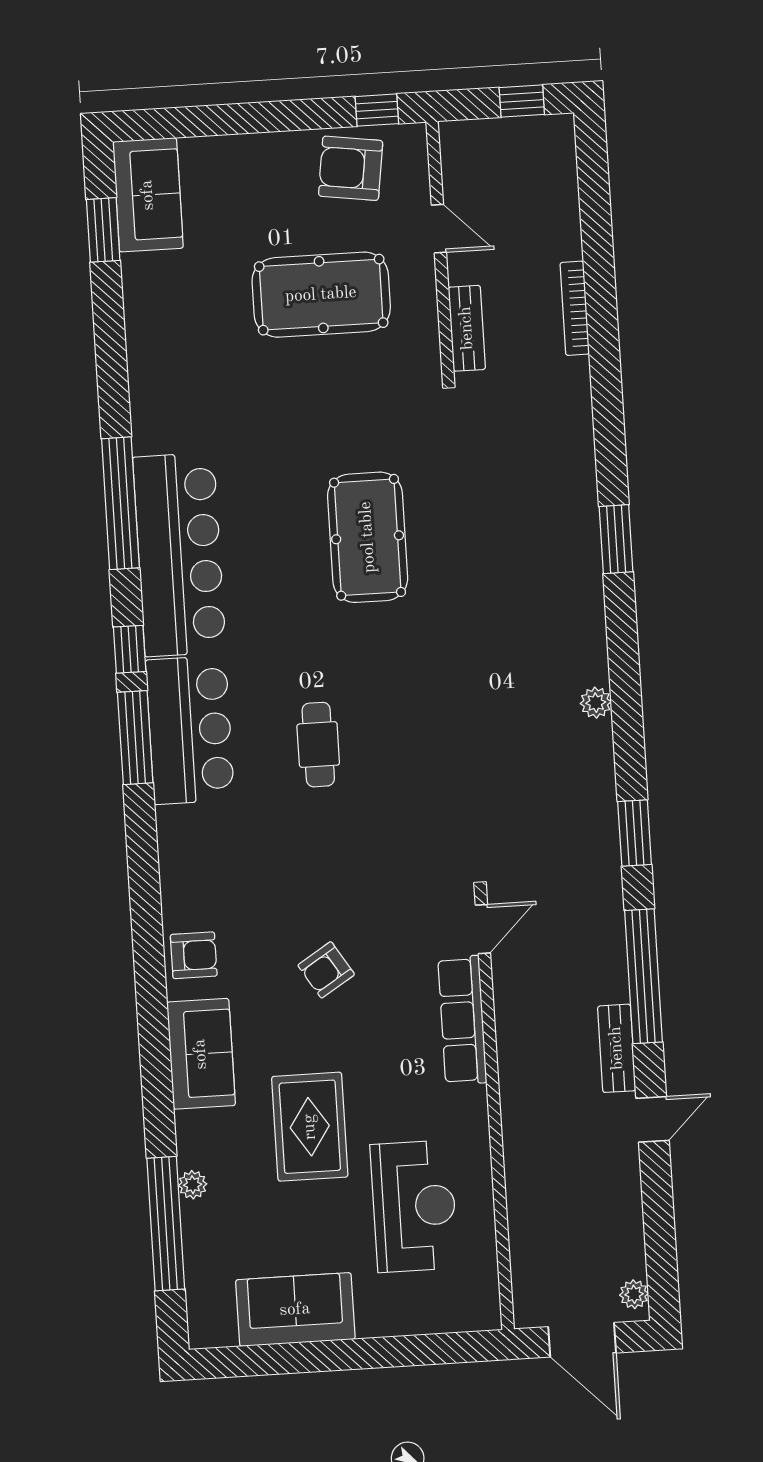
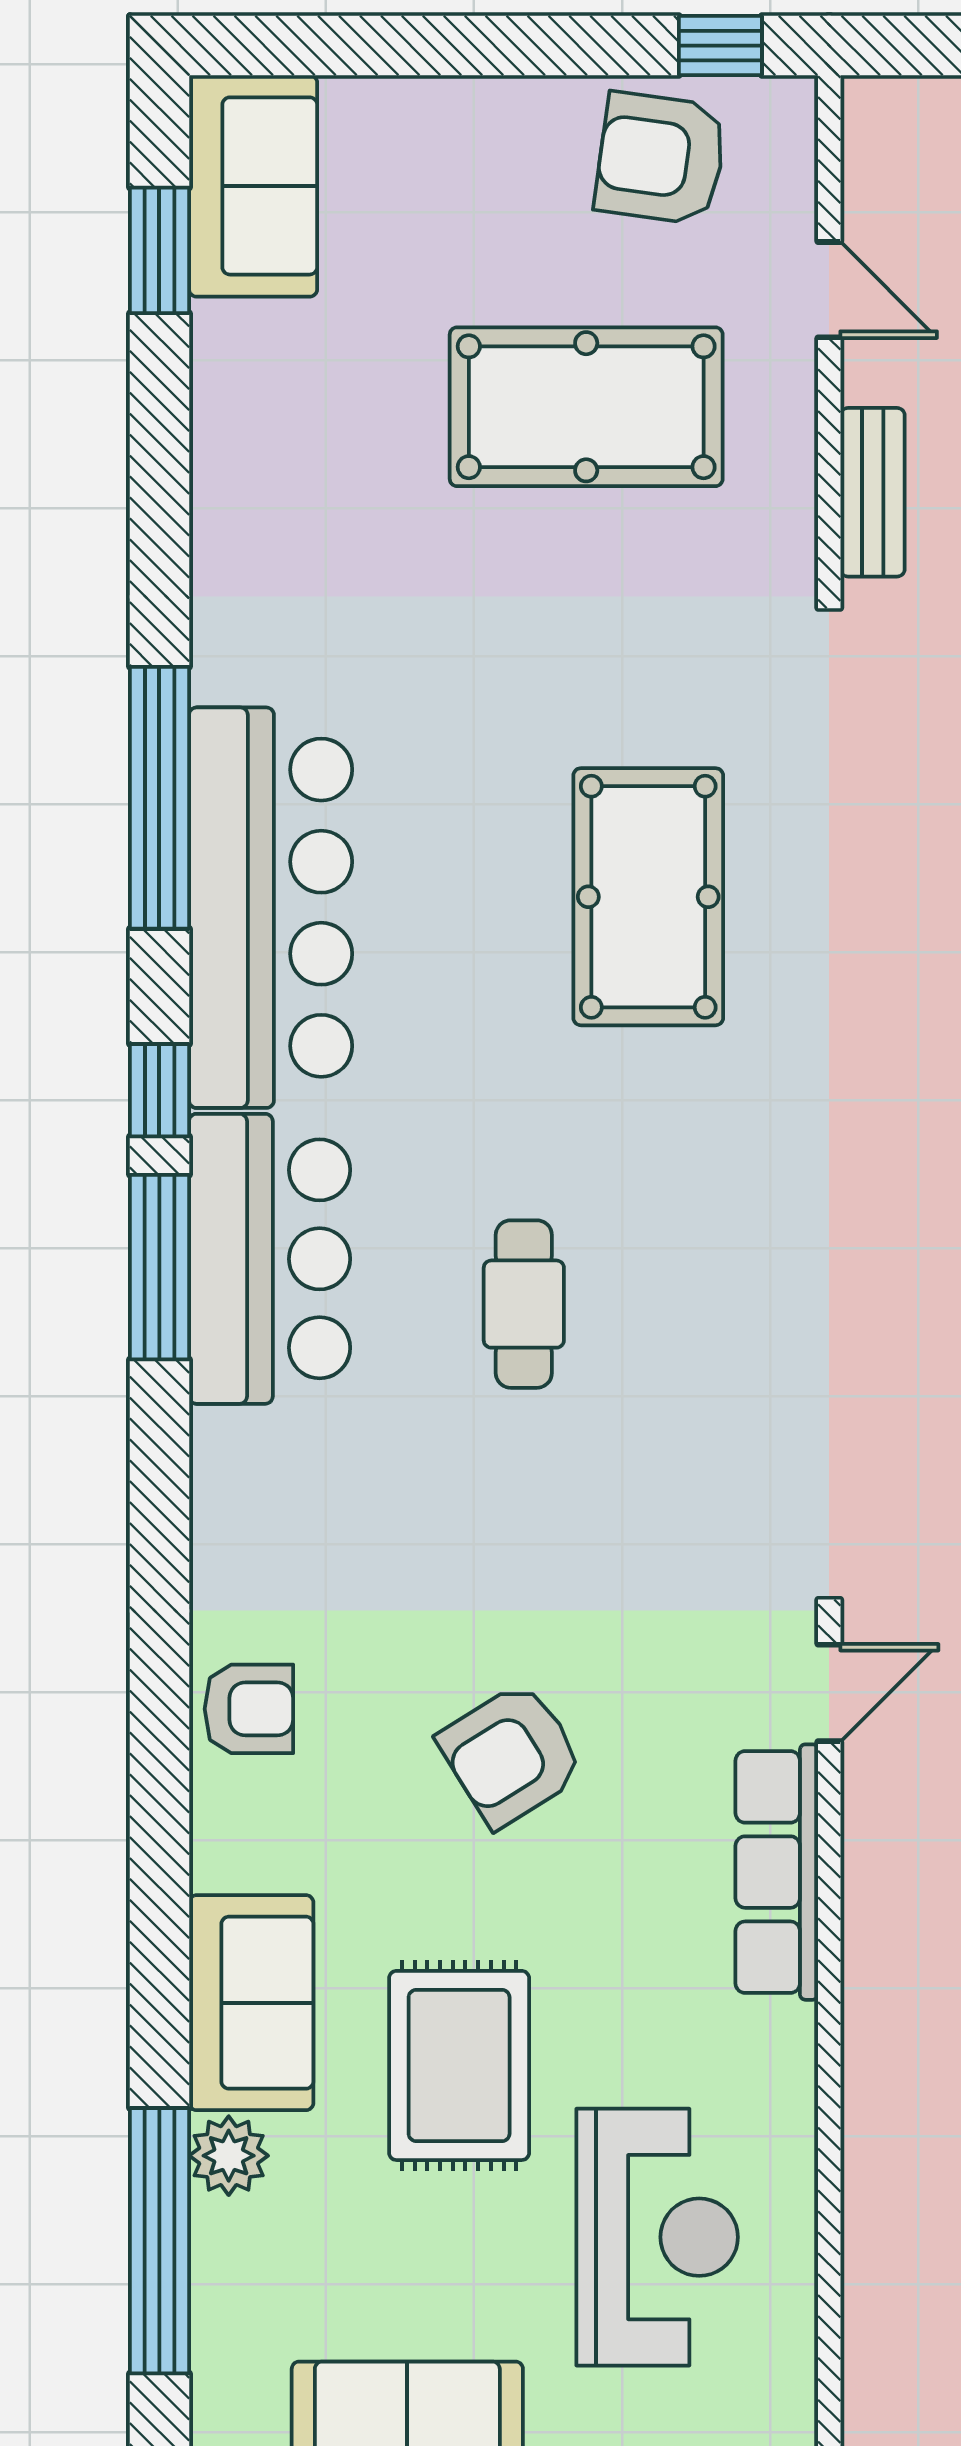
armchair: (326, 970) -> (511, 1755), width x1.38, depth x1.38
sofa: (201, 1054) -> (251, 2003), moved
plant: (193, 1185) -> (229, 2156), width x1.38, depth x1.38

